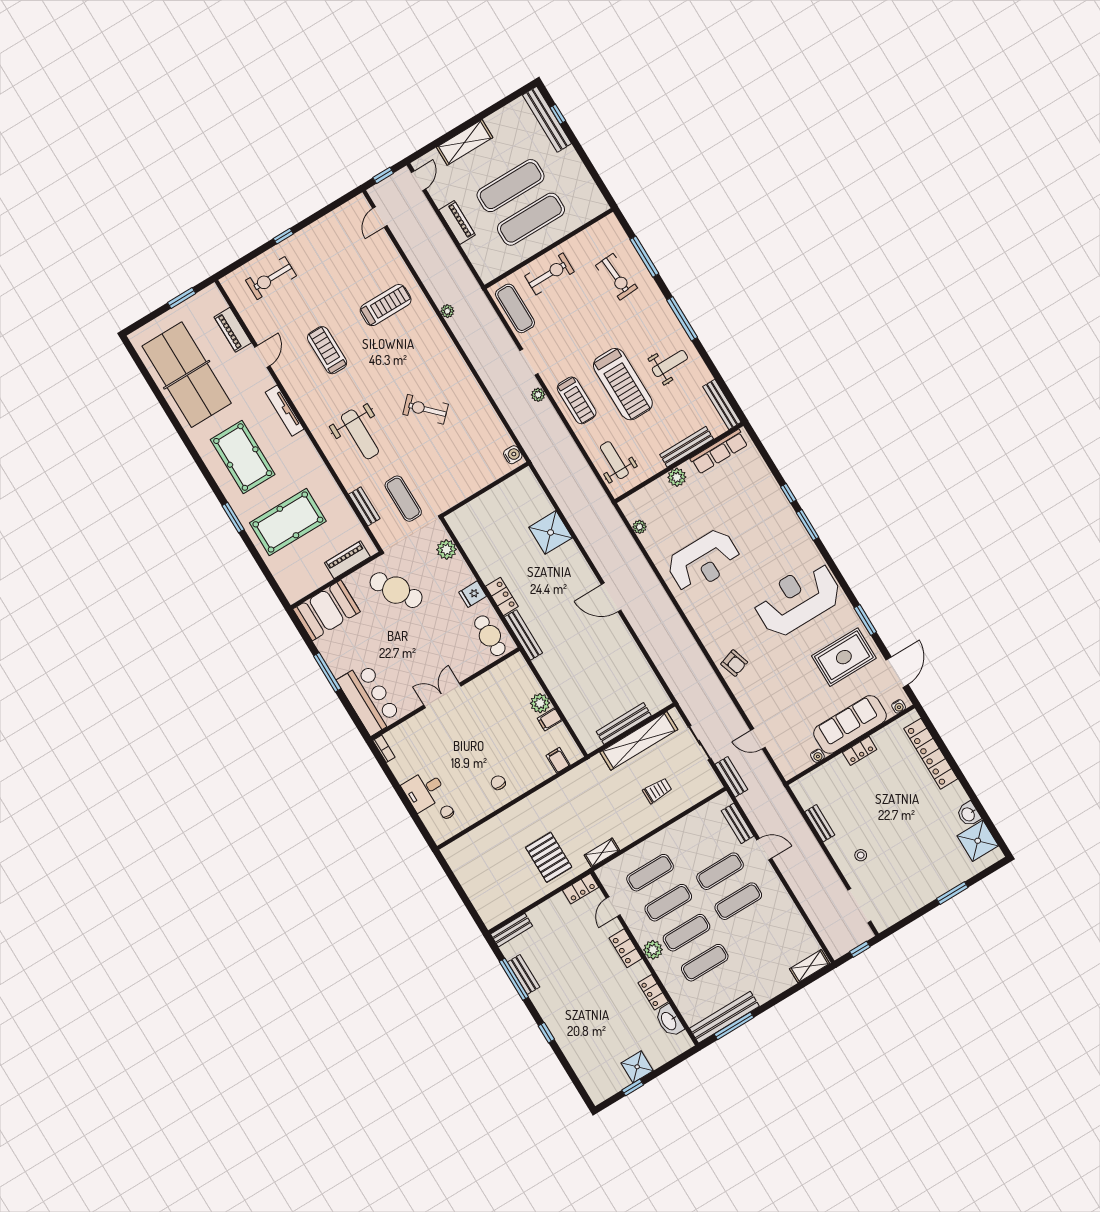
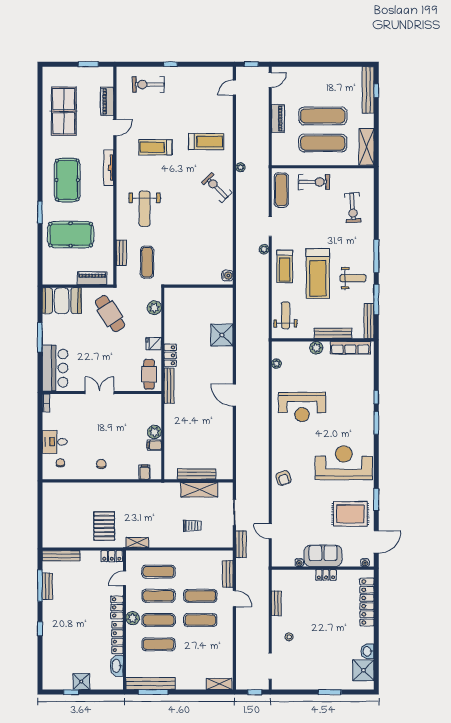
shelving: (465, 142) -> (367, 147), moved, turned 90
window: (644, 257) -> (376, 299), moved
treadmill: (327, 350) -> (155, 147), turned -90
table tennis table: (187, 375) -> (64, 111), width x0.73, depth x0.76
exercise bike: (426, 409) -> (217, 188), moved
sofa: (850, 724) -> (323, 556), width x0.73
shelving: (639, 741) -> (199, 490), width x0.68
bench: (512, 930) -> (61, 556), width x1.36
locker: (653, 992) -> (117, 637), width x1.53

